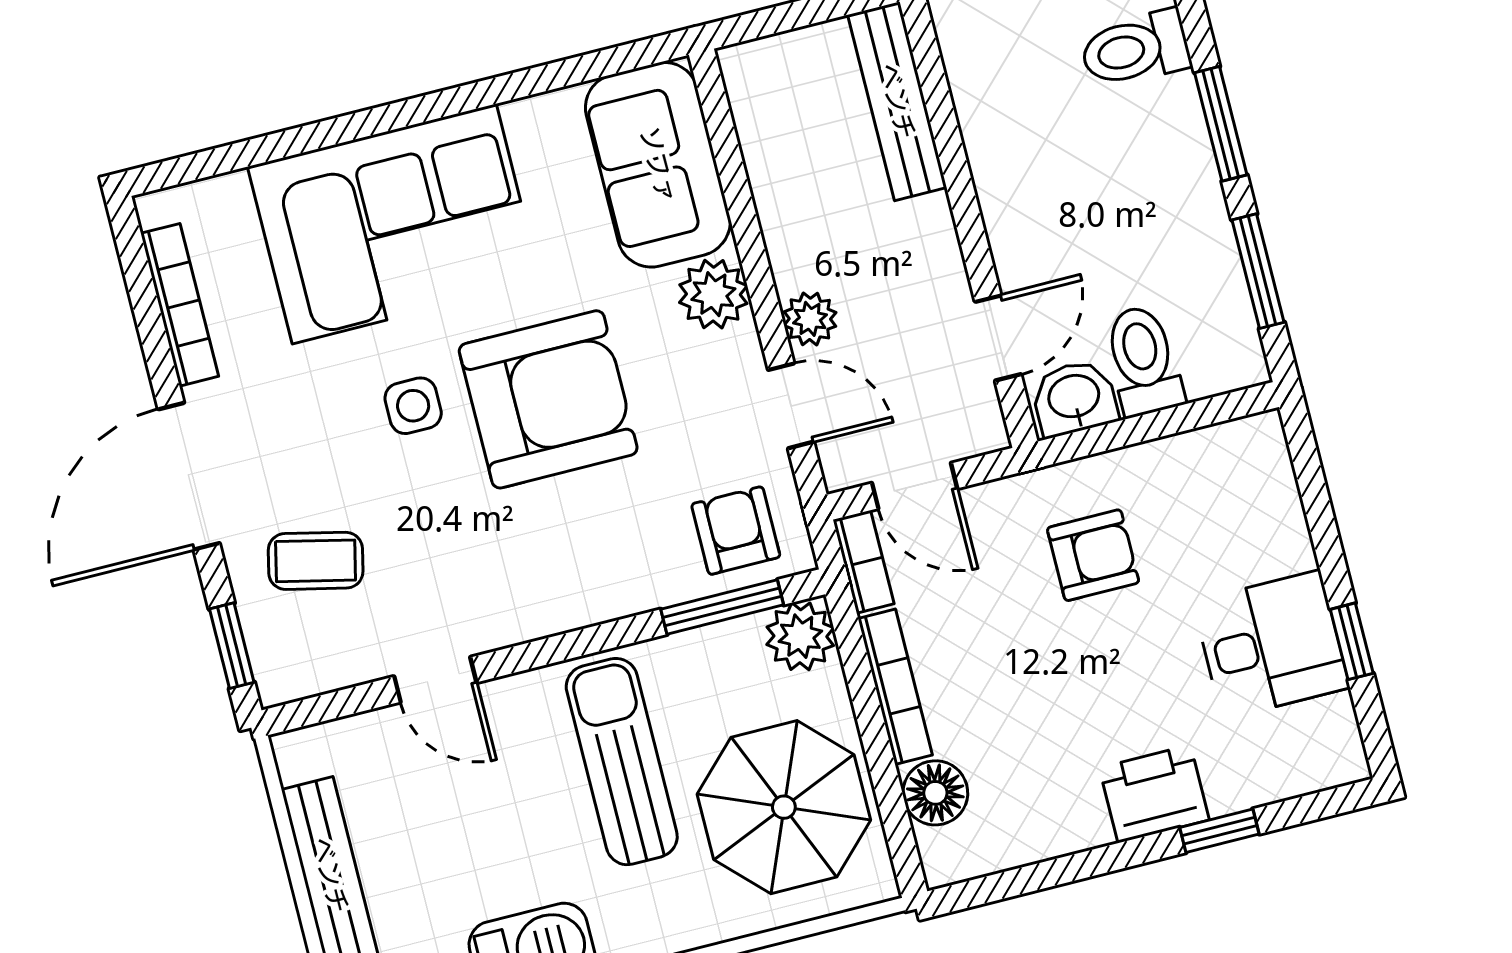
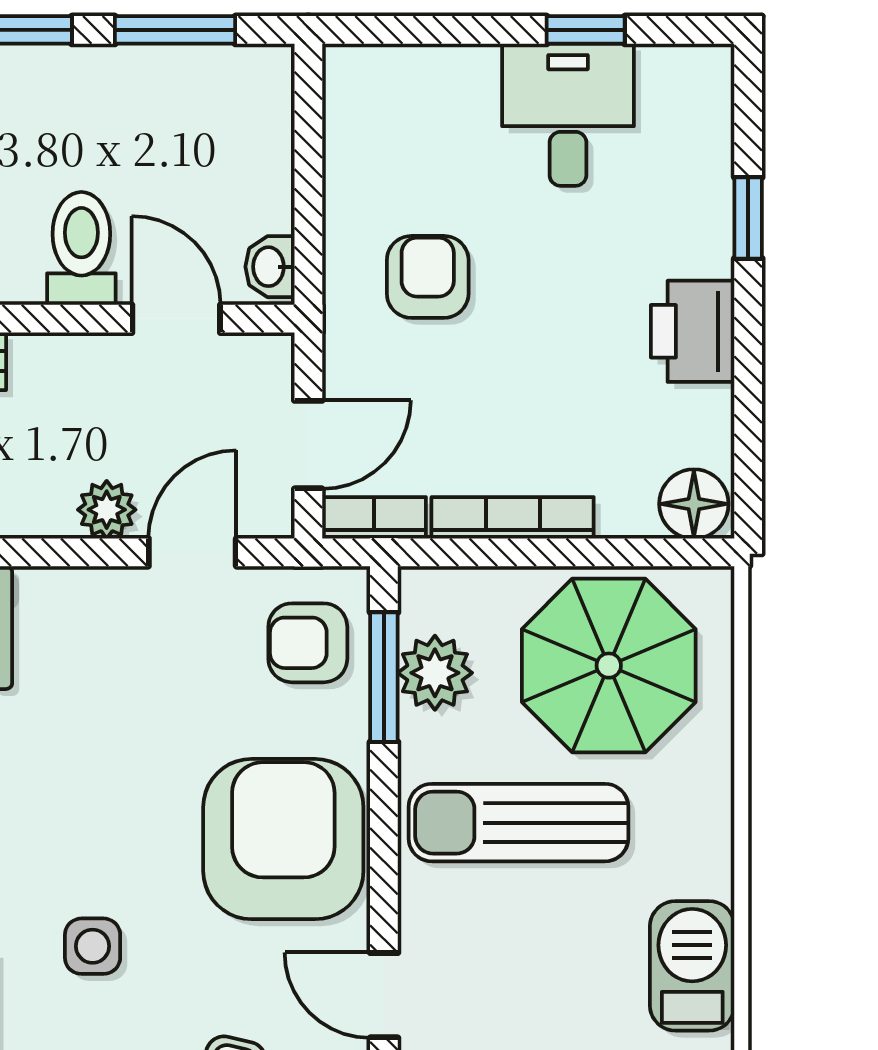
plant: (713, 294) -> (55, 604), removed
toilet: (1143, 361) -> (81, 248), moved, turned 90
washbasin: (1074, 398) -> (270, 267), width x0.72, depth x0.69
armchair: (548, 399) -> (283, 839), moved
plant: (800, 636) -> (435, 673), moved
door: (435, 680) -> (384, 995), swing flipped
floor lamp: (935, 793) -> (694, 504), moved
printer: (1154, 794) -> (693, 331), moved

